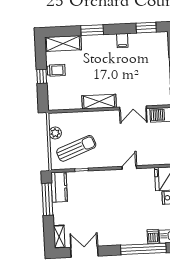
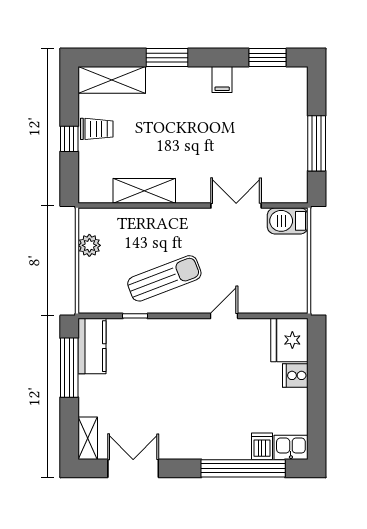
shelving: (99, 102) -> (144, 191), moved
double door: (133, 108) -> (236, 206), swing flipped
sun lounger: (76, 148) -> (164, 278), moved

